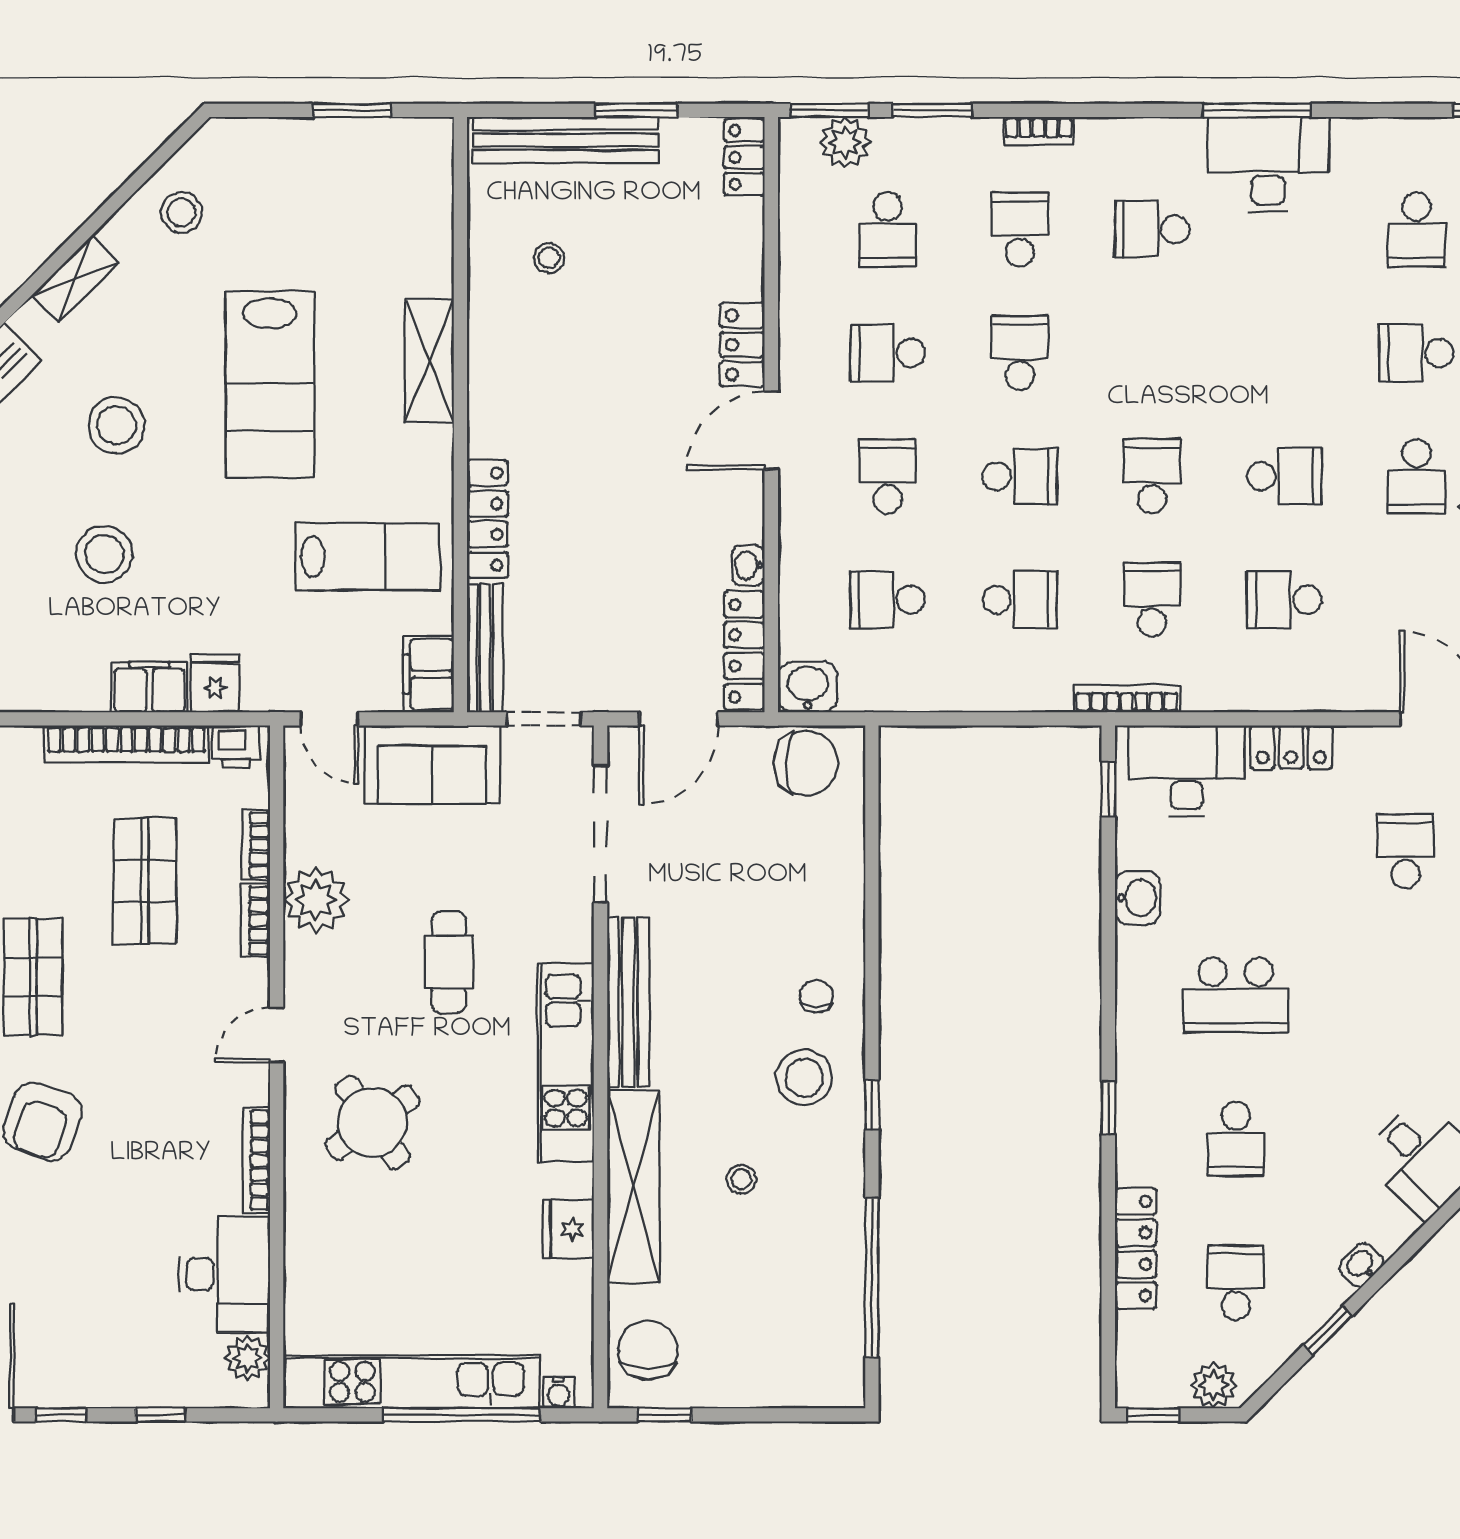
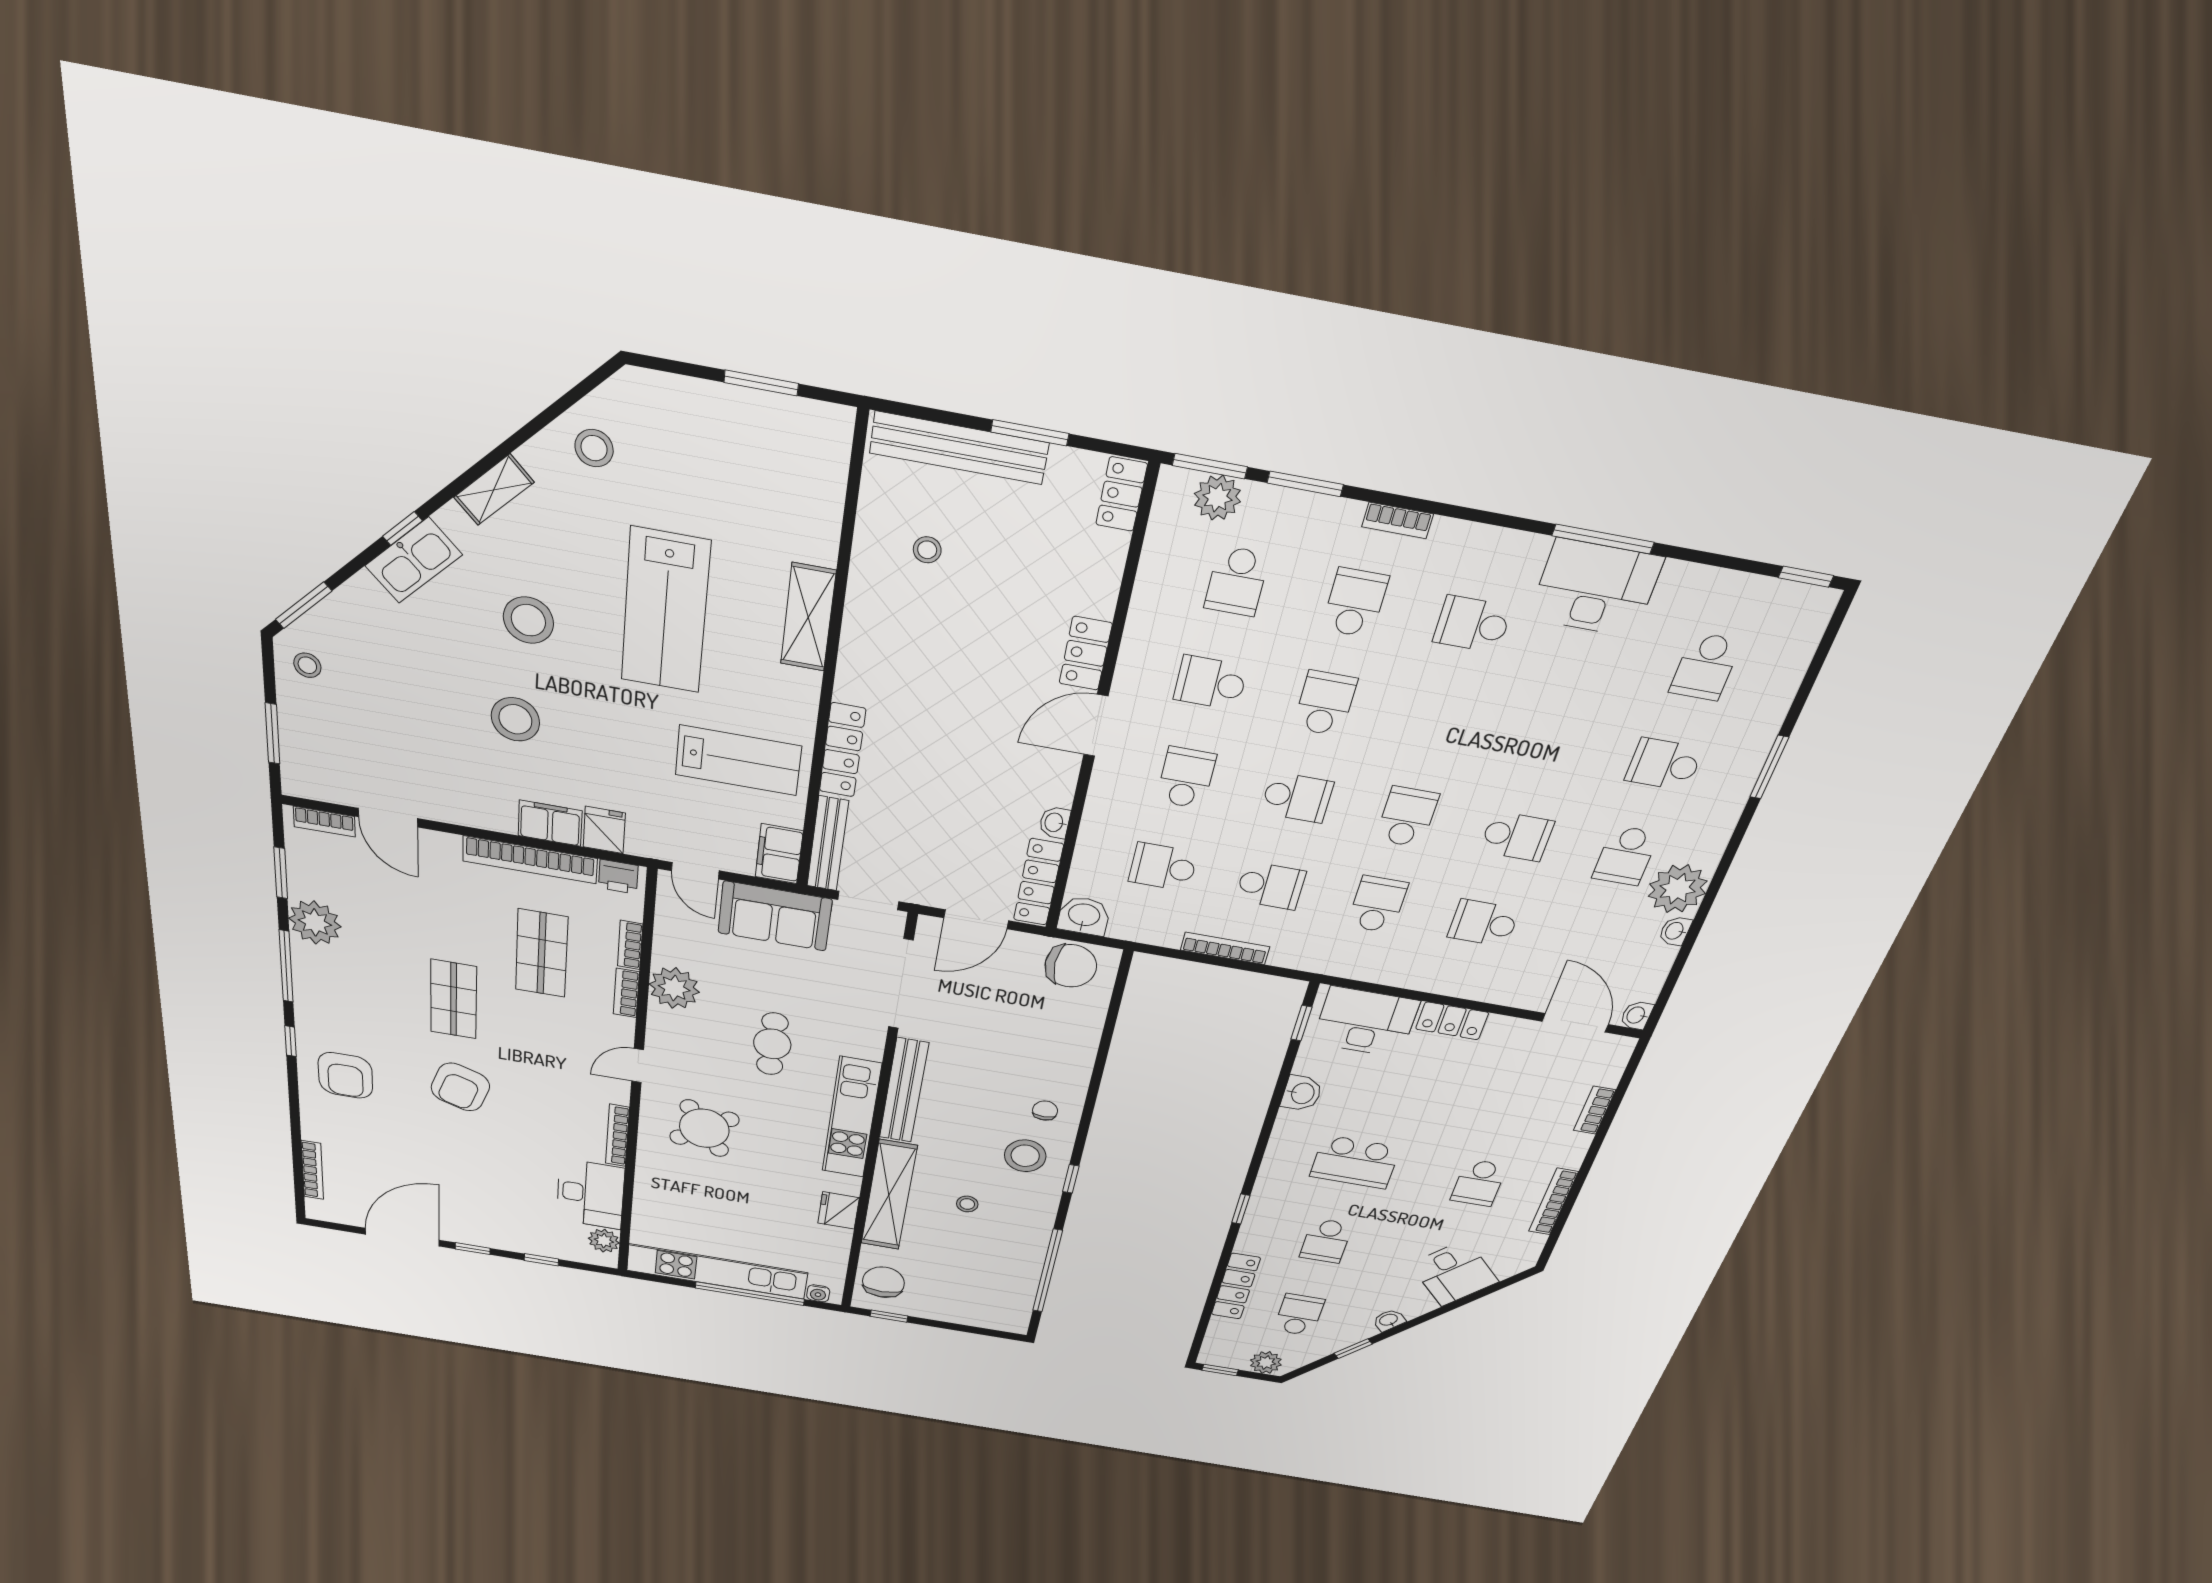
bookcase: (1127, 699) -> (1225, 948), moved
school desk: (1405, 851) -> (1479, 1183), moved, turned 180

